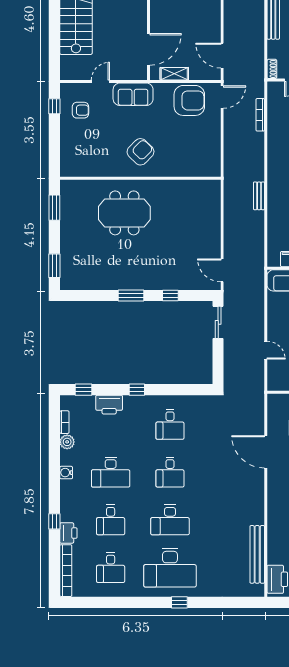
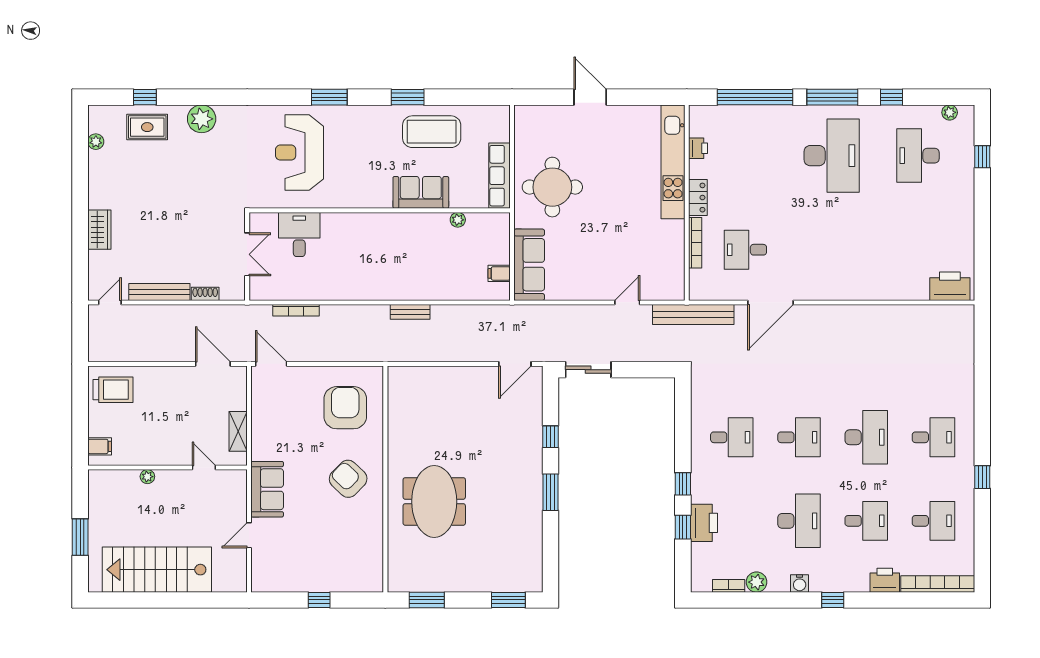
plant: (142, 9) -> (147, 477), added
door: (148, 49) -> (204, 468), width x0.53
door: (222, 56) -> (213, 364), swing flipped
shoe rack: (272, 69) -> (205, 294), moved
door: (100, 81) -> (249, 535), hinge flipped
armchair: (189, 100) -> (345, 408), moved
window: (54, 106) -> (319, 600), moved
armchair: (80, 110) -> (290, 563), removed
window: (83, 390) -> (683, 527), moved
window: (54, 521) -> (833, 600), moved
bench: (257, 554) -> (693, 315), moved
desk: (170, 568) -> (933, 437), width x0.53, depth x0.77
window: (179, 602) -> (982, 477), moved

